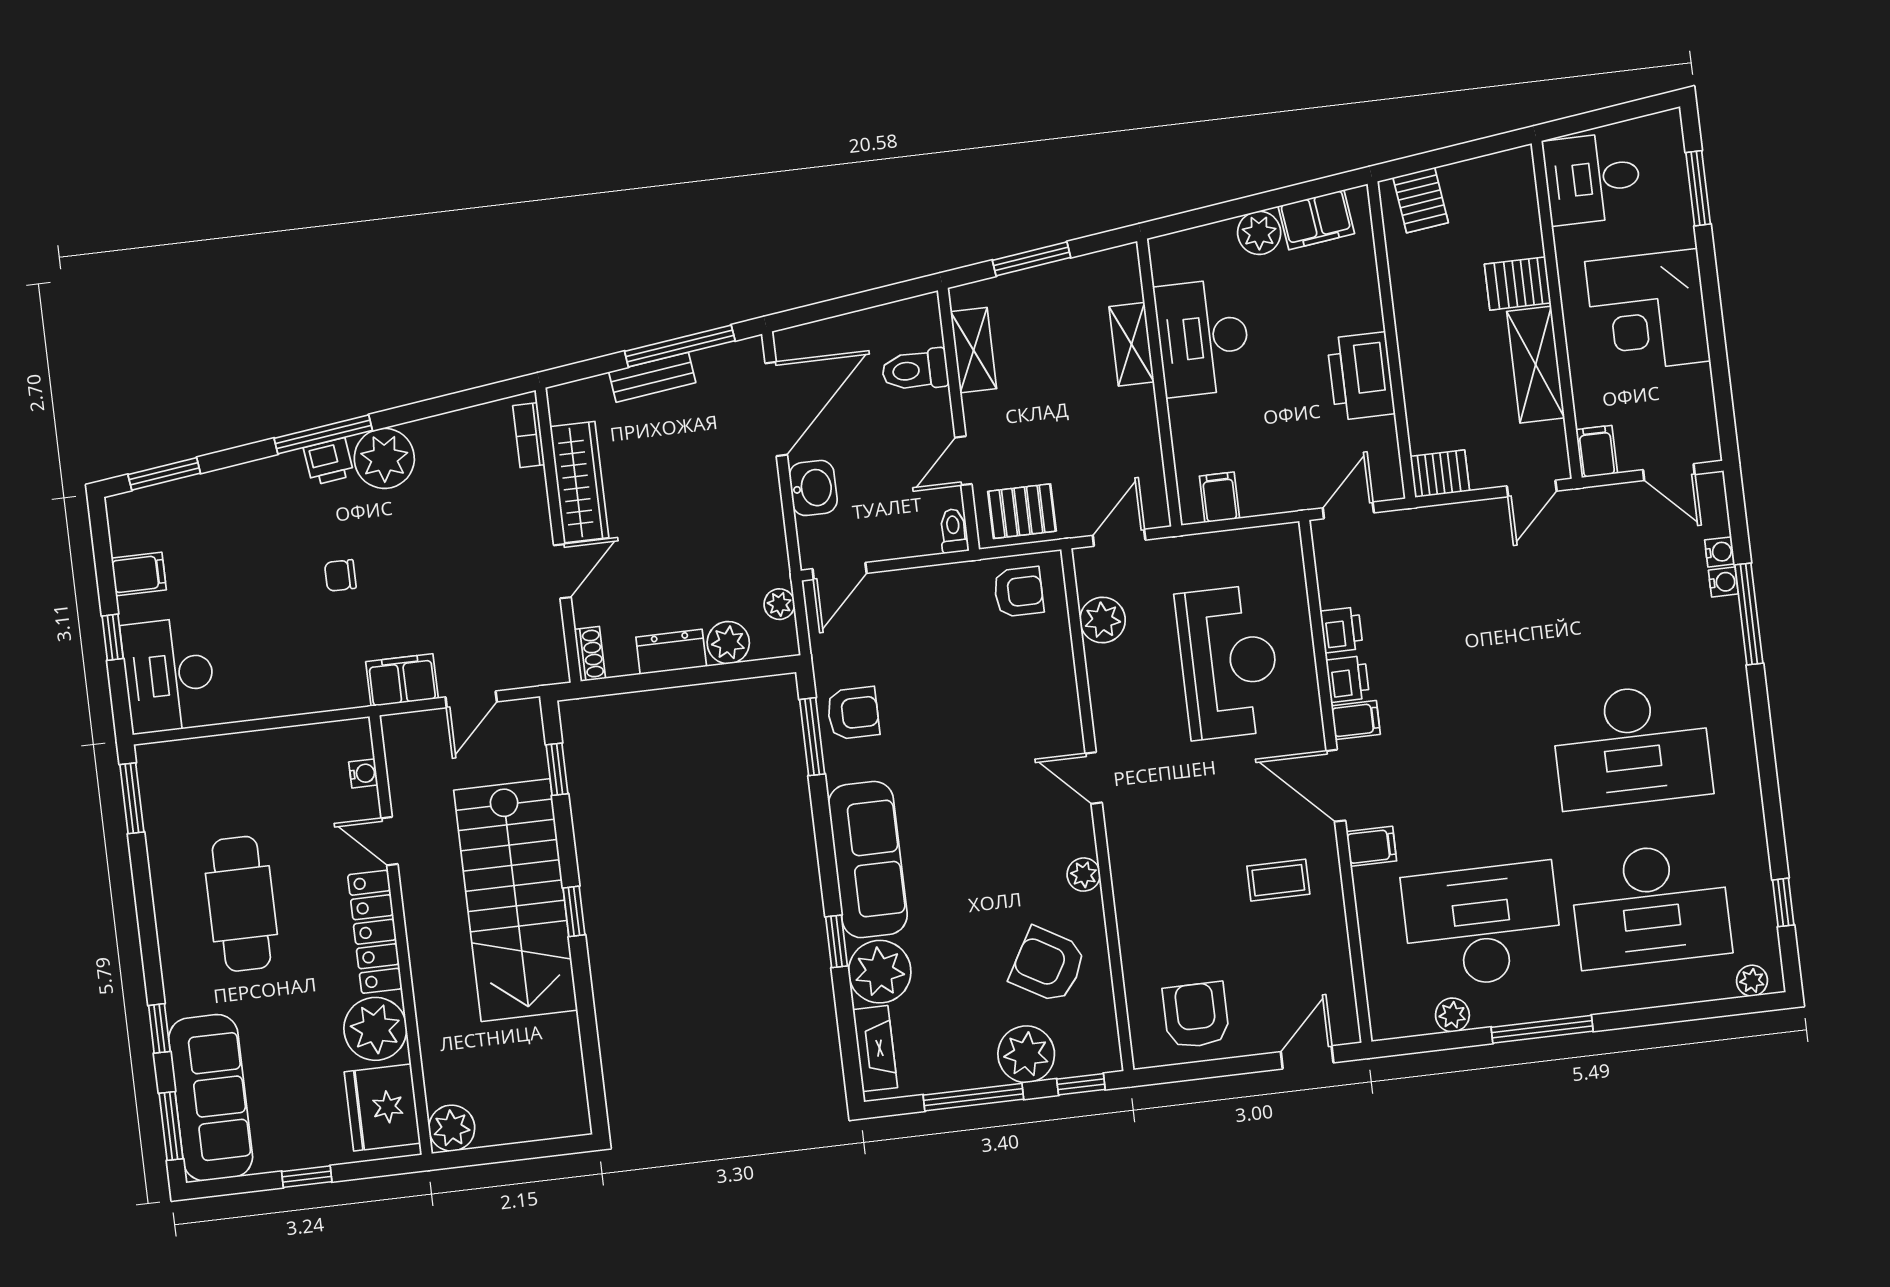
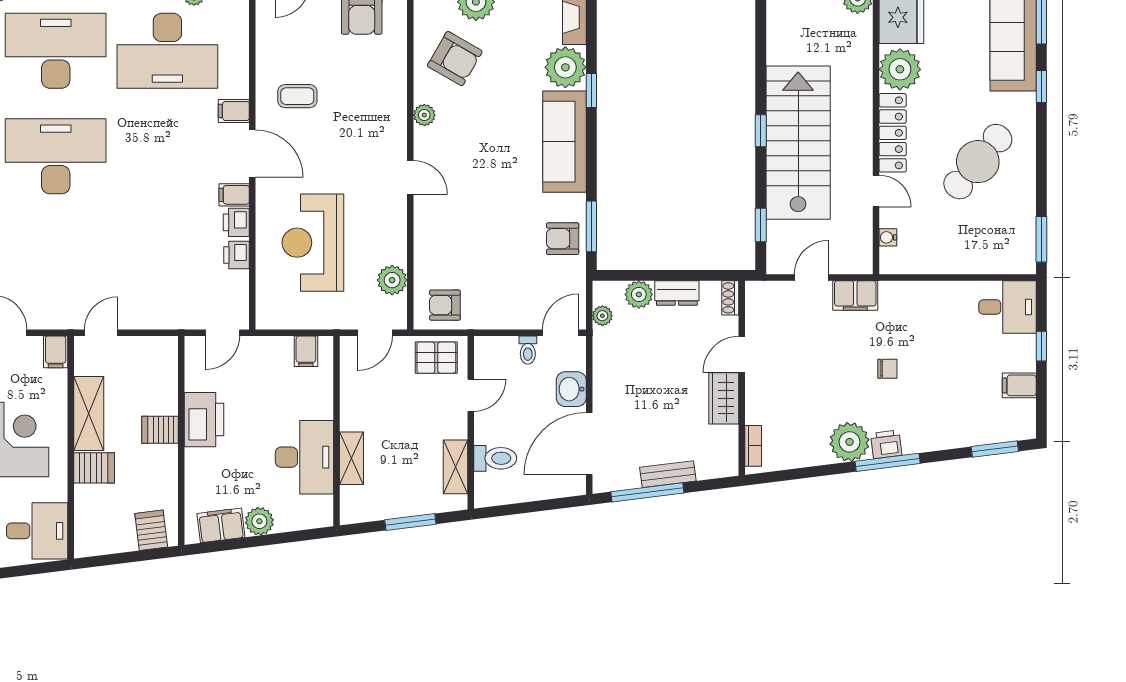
server rack: (1440, 474) -> (160, 430), moved
wardrobe: (579, 482) -> (724, 398), width x0.67
toilet: (954, 531) -> (528, 350), moved
desk: (169, 675) -> (1007, 307), width x0.73
cafe table: (241, 904) -> (978, 162), turned 40

